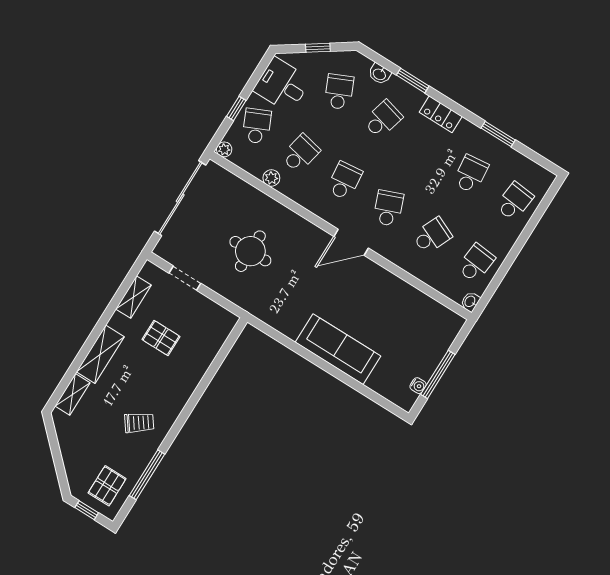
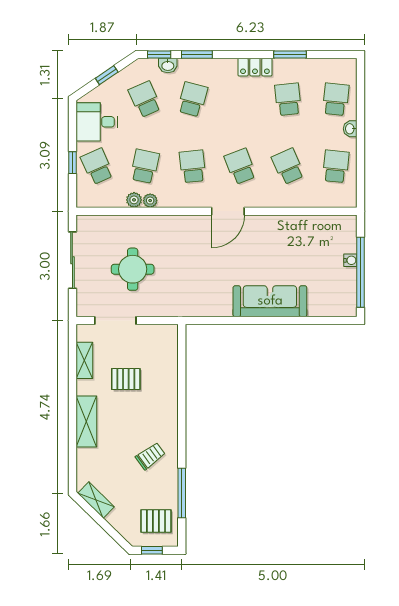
window: (378, 59) -> (159, 54), added
locker: (441, 114) -> (255, 67), moved
plant: (224, 149) -> (150, 201), moved
sliding door: (180, 198) -> (72, 260), width x0.73
school desk: (432, 236) -> (288, 166), turned -48
round table: (250, 251) -> (133, 269), moved
doorway: (185, 278) -> (115, 321), width x1.38
washbasin: (470, 302) -> (350, 129), moved
window: (438, 374) -> (360, 272), width x1.46
water cooler: (418, 386) -> (350, 260), moved
shelving: (72, 394) -> (96, 500), moved, turned -46
pallet: (107, 486) -> (156, 521), turned 90

